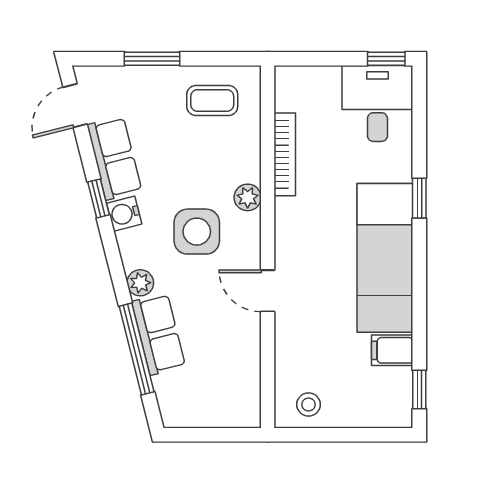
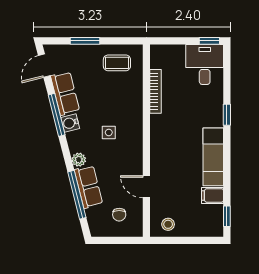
plant: (248, 197) -> (136, 114), removed
window: (99, 198) -> (57, 115), width x2.17
side table: (197, 232) -> (109, 132), width x0.54, depth x0.54
exam couch: (385, 258) -> (213, 157), width x0.73, depth x0.69
door: (268, 291) -> (146, 187), moved
chair: (216, 386) -> (119, 215), added

